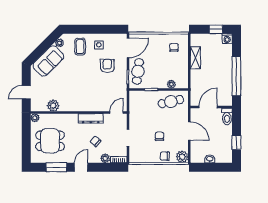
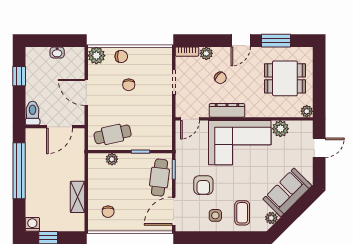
corner sofa: (82, 96) -> (240, 143), added

